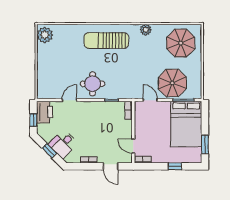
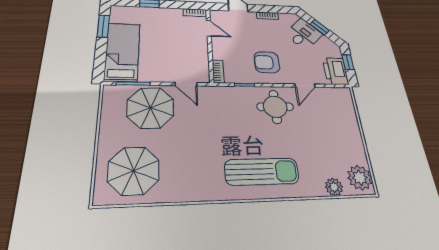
plant: (146, 30) -> (334, 187), moved
armchair: (94, 118) -> (267, 62), added
bed: (186, 124) -> (122, 52), width x0.67

